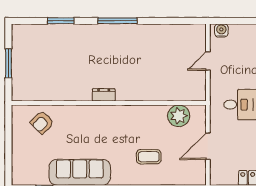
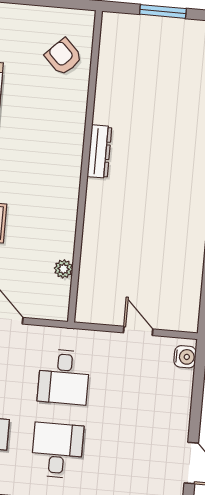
dresser: (104, 95) -> (99, 151), width x1.44
plant: (179, 116) -> (63, 269), width x0.53, depth x0.53

